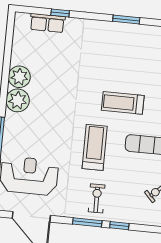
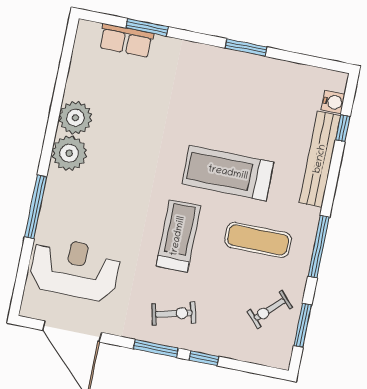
window: (60, 13) -> (147, 27), width x1.50
treadmill: (123, 103) -> (228, 173), width x1.37, depth x1.38
exercise bike: (97, 198) -> (174, 314), turned 77

